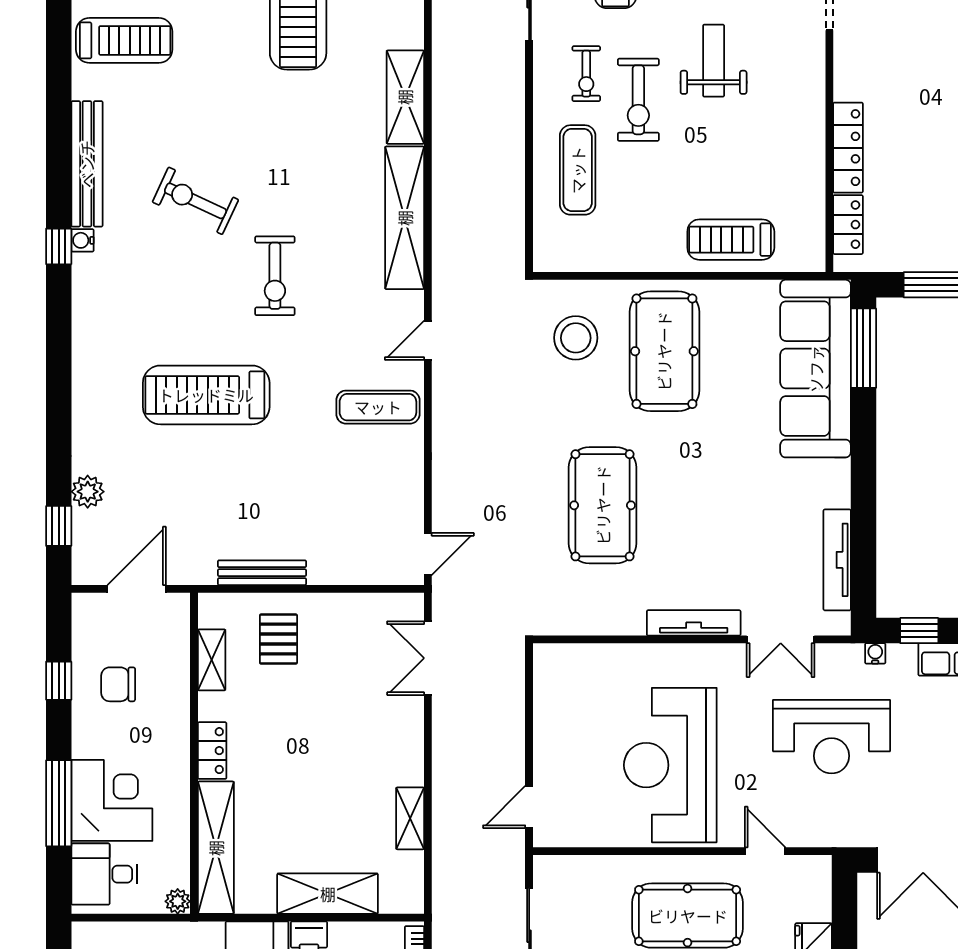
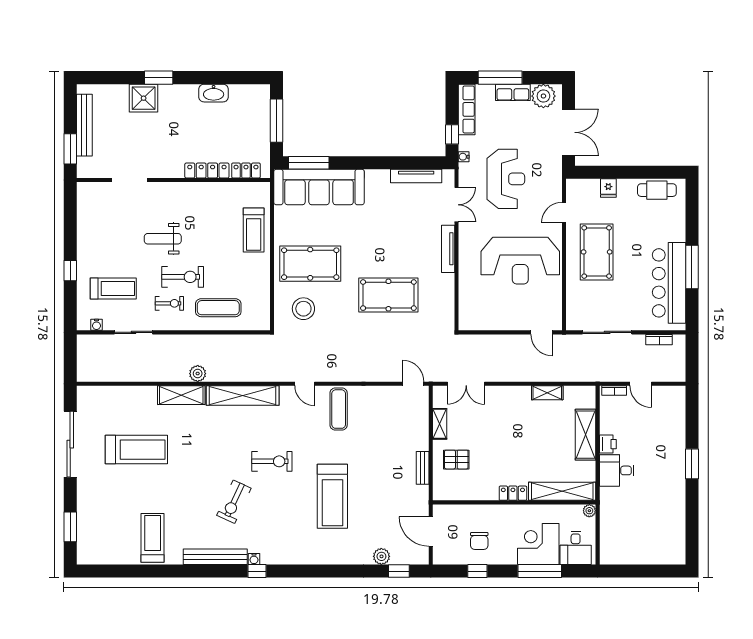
plant: (448, 129) -> (198, 374), added
bench: (262, 573) -> (423, 468), width x0.73
shelving: (212, 660) -> (440, 424), moved, turned 90

